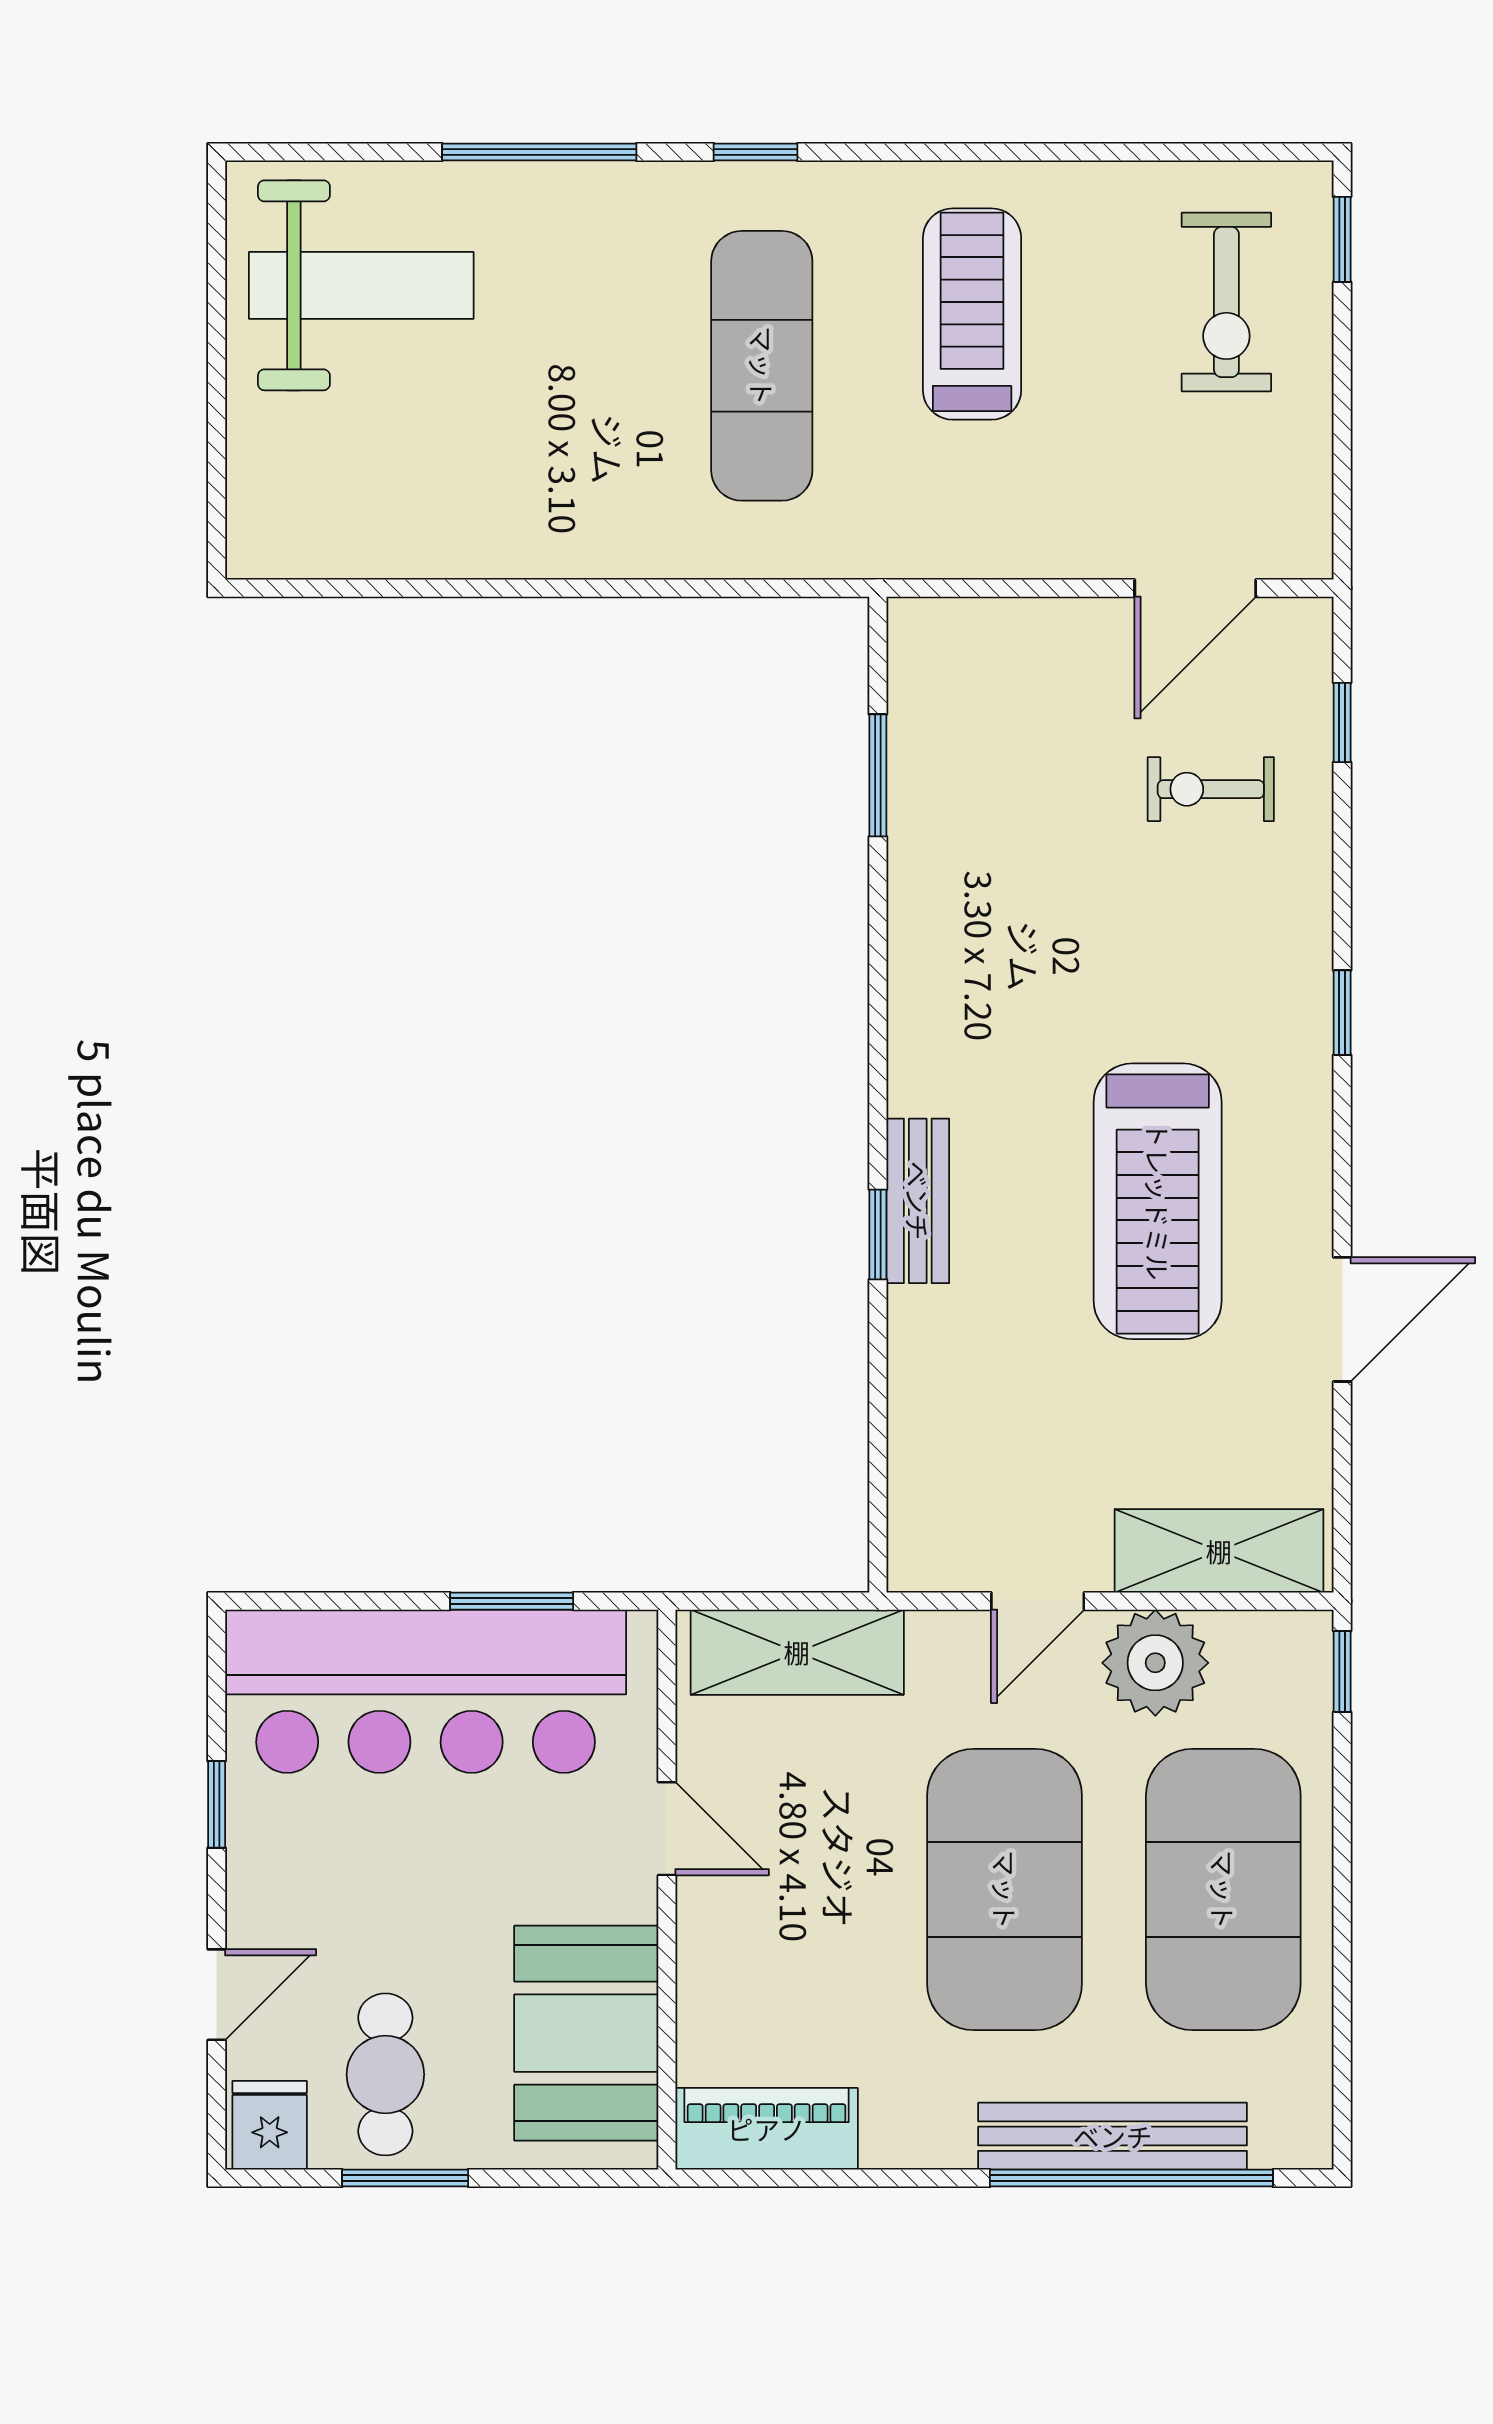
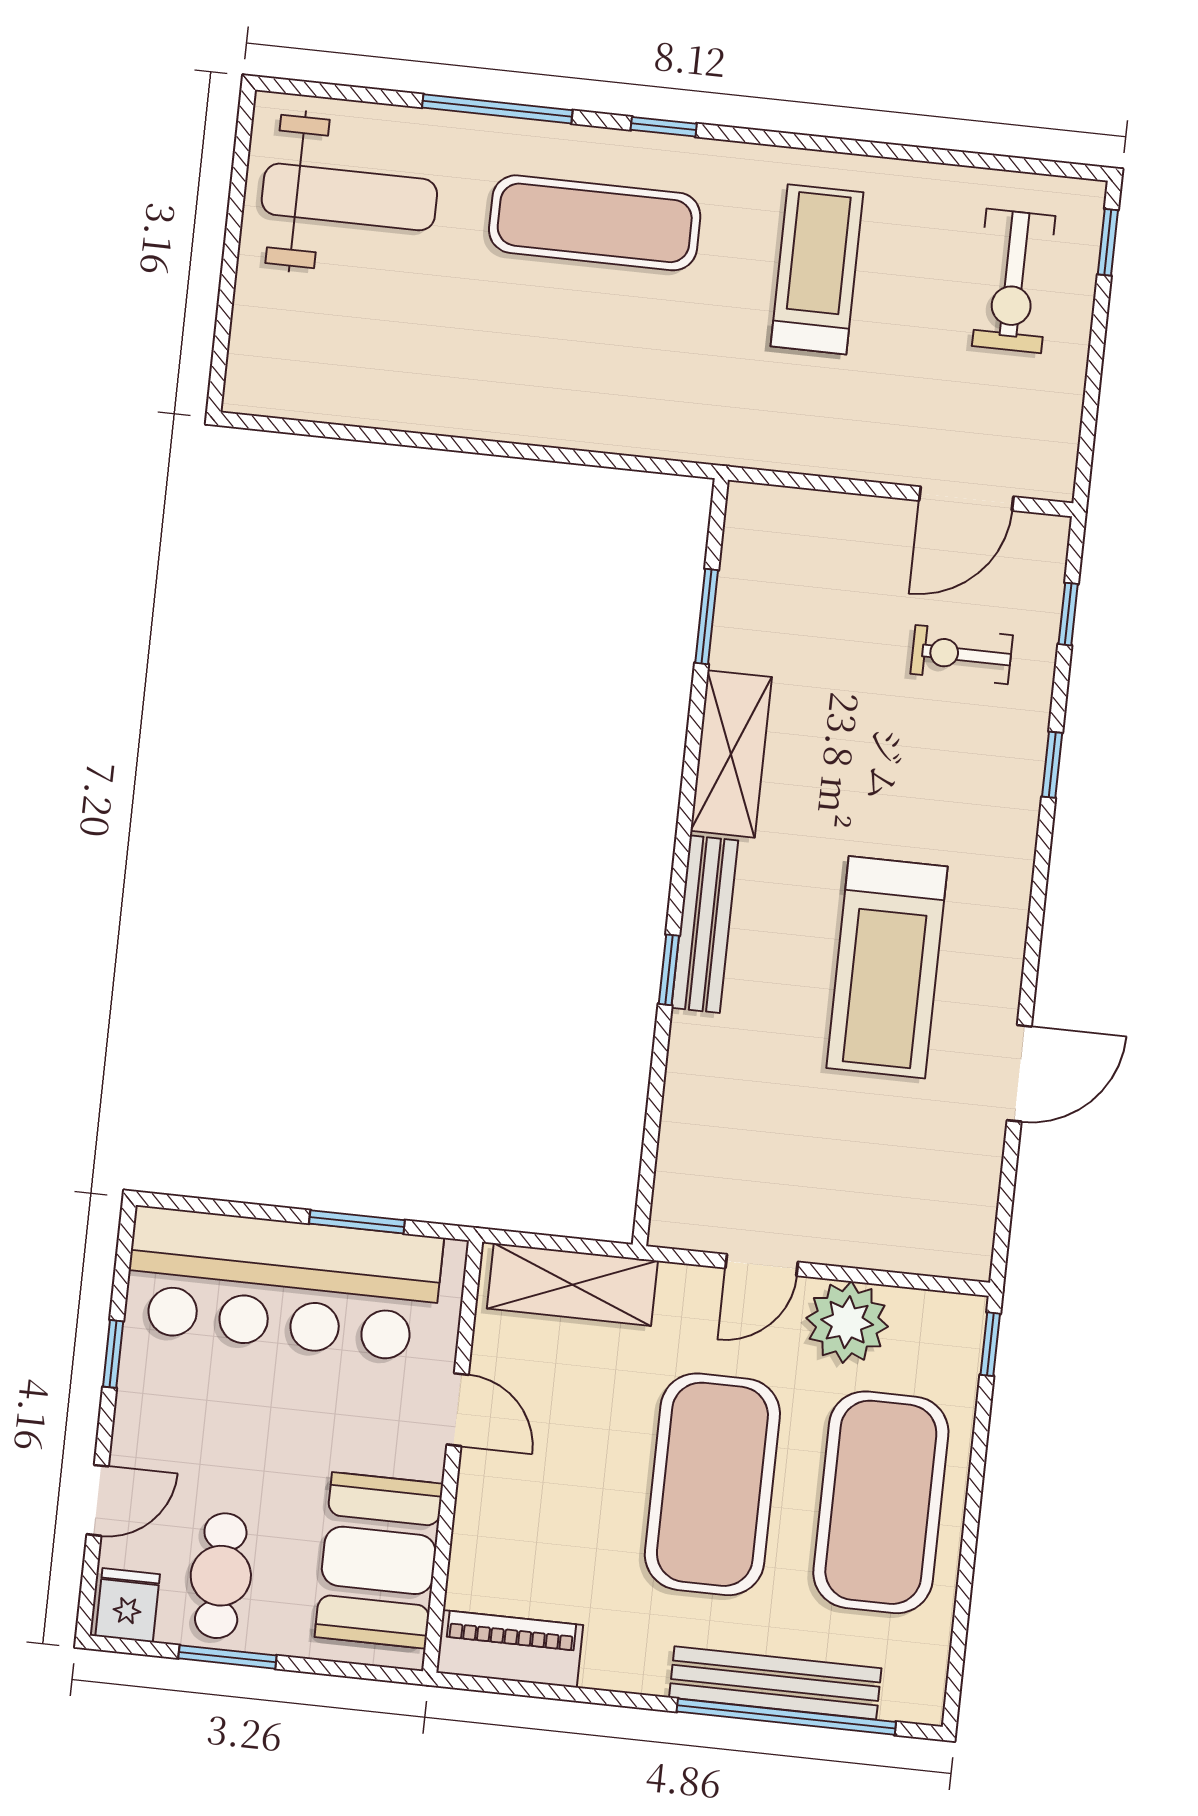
exercise mat: (762, 366) -> (595, 223), moved, turned 90
window: (1342, 1013) -> (1052, 765), moved
bench: (918, 1201) -> (705, 924), width x1.36
shelving: (1219, 1551) -> (731, 754), moved, turned 90

